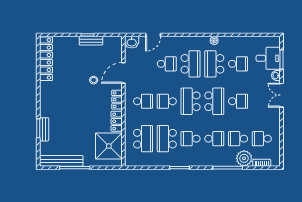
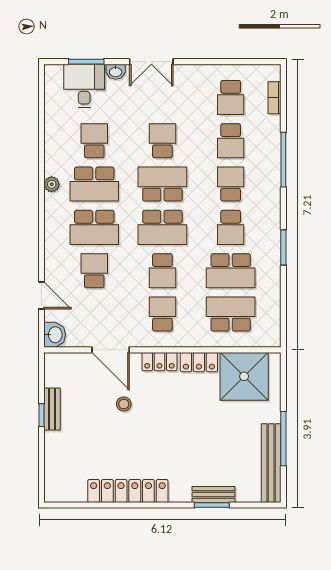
locker: (46, 59) -> (128, 491), moved
school desk: (191, 64) -> (94, 227), turned 180
plant: (244, 158) -> (267, 130), removed

